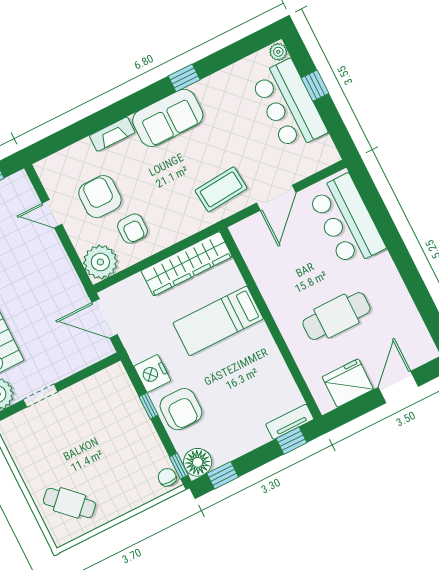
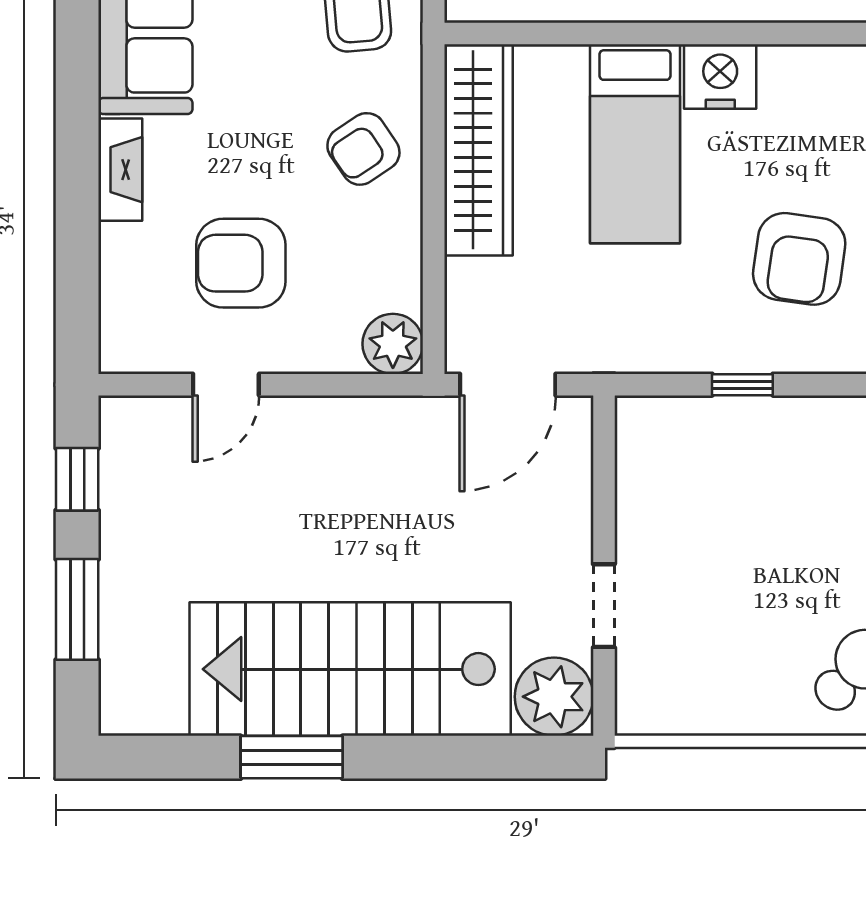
armchair: (132, 229) -> (363, 149), moved, turned 146
plant: (100, 262) -> (393, 344), width x0.73, depth x0.73
nightstand: (152, 373) -> (720, 76), moved, turned 180
armchair: (181, 409) -> (799, 259), moved, turned 98

